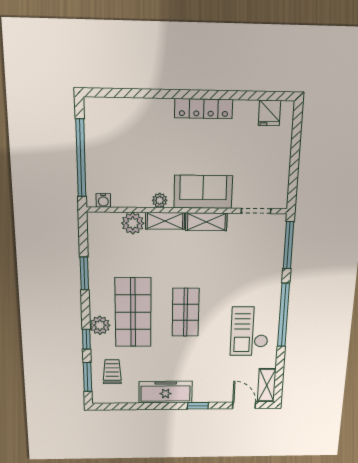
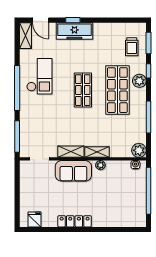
plant: (133, 223) -> (139, 150), moved
window: (84, 274) -> (148, 117), width x1.44
freezer: (166, 392) -> (74, 31), moved

